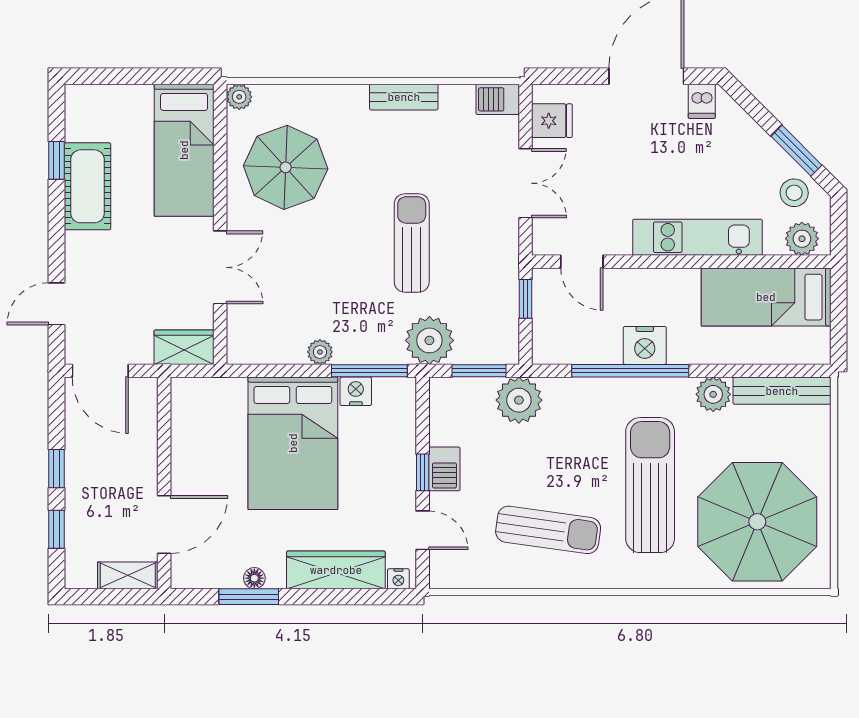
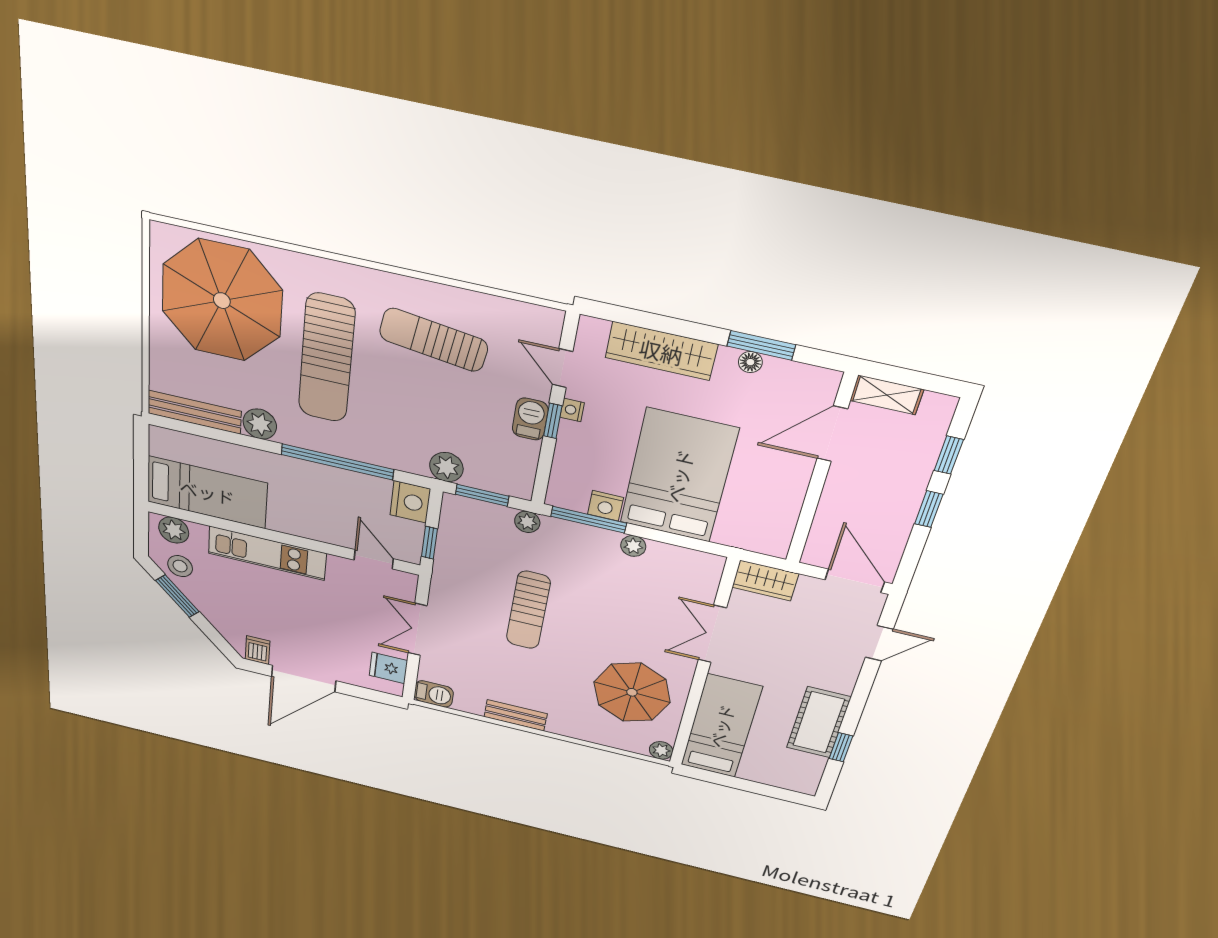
plant: (429, 340) -> (527, 522), width x0.53, depth x0.53
nightstand: (645, 345) -> (410, 502), moved, turned 90
plant: (519, 400) -> (446, 467), width x0.73, depth x0.73
nightstand: (398, 579) -> (572, 410), moved, turned -90

